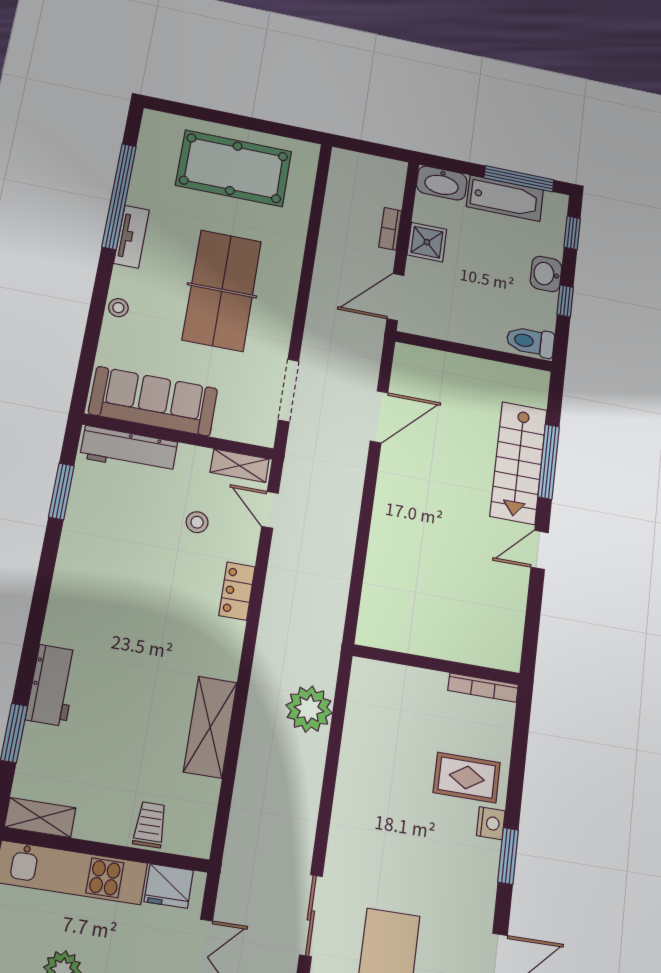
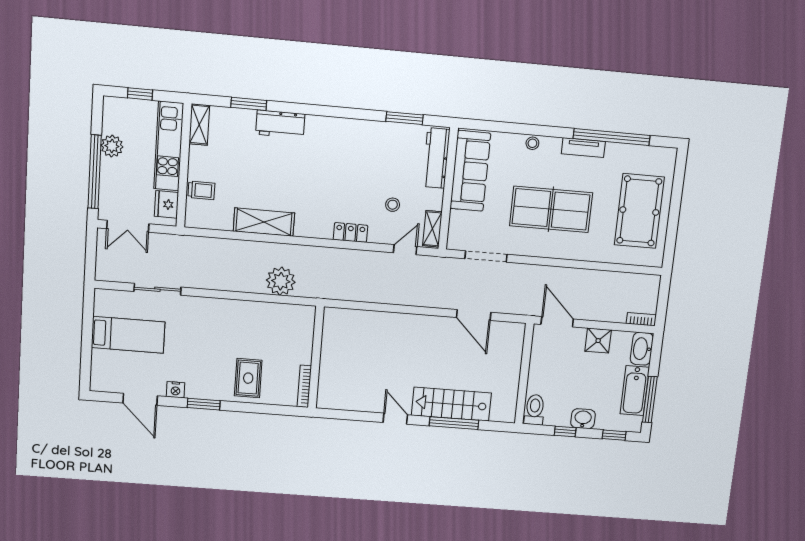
bookcase: (390, 229) -> (641, 319), moved
nightstand: (491, 823) -> (176, 390), moved

